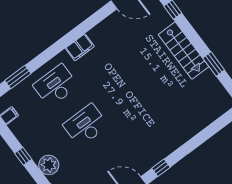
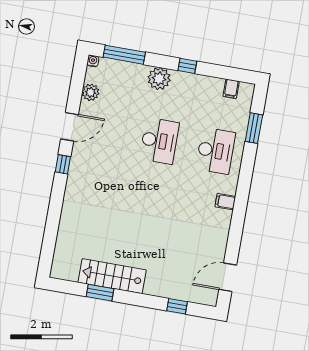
filing cabinet: (80, 47) -> (225, 202), width x0.50
stairs: (184, 51) -> (112, 276), moved

